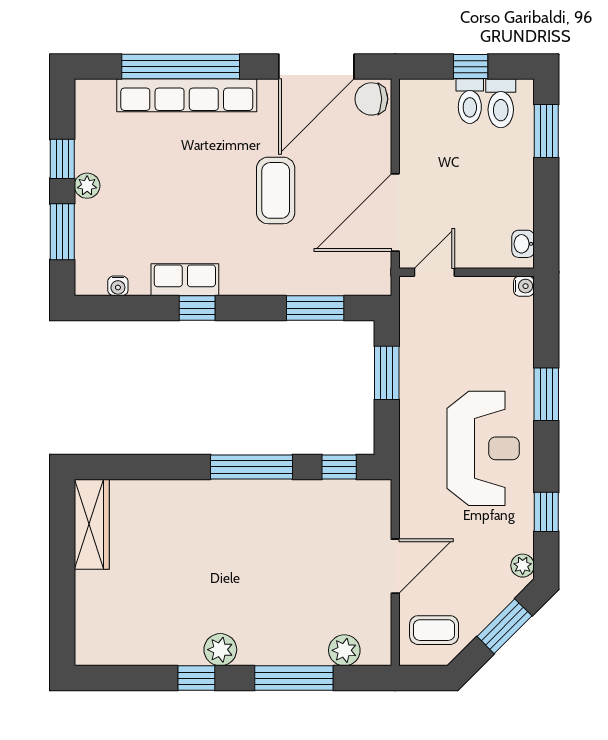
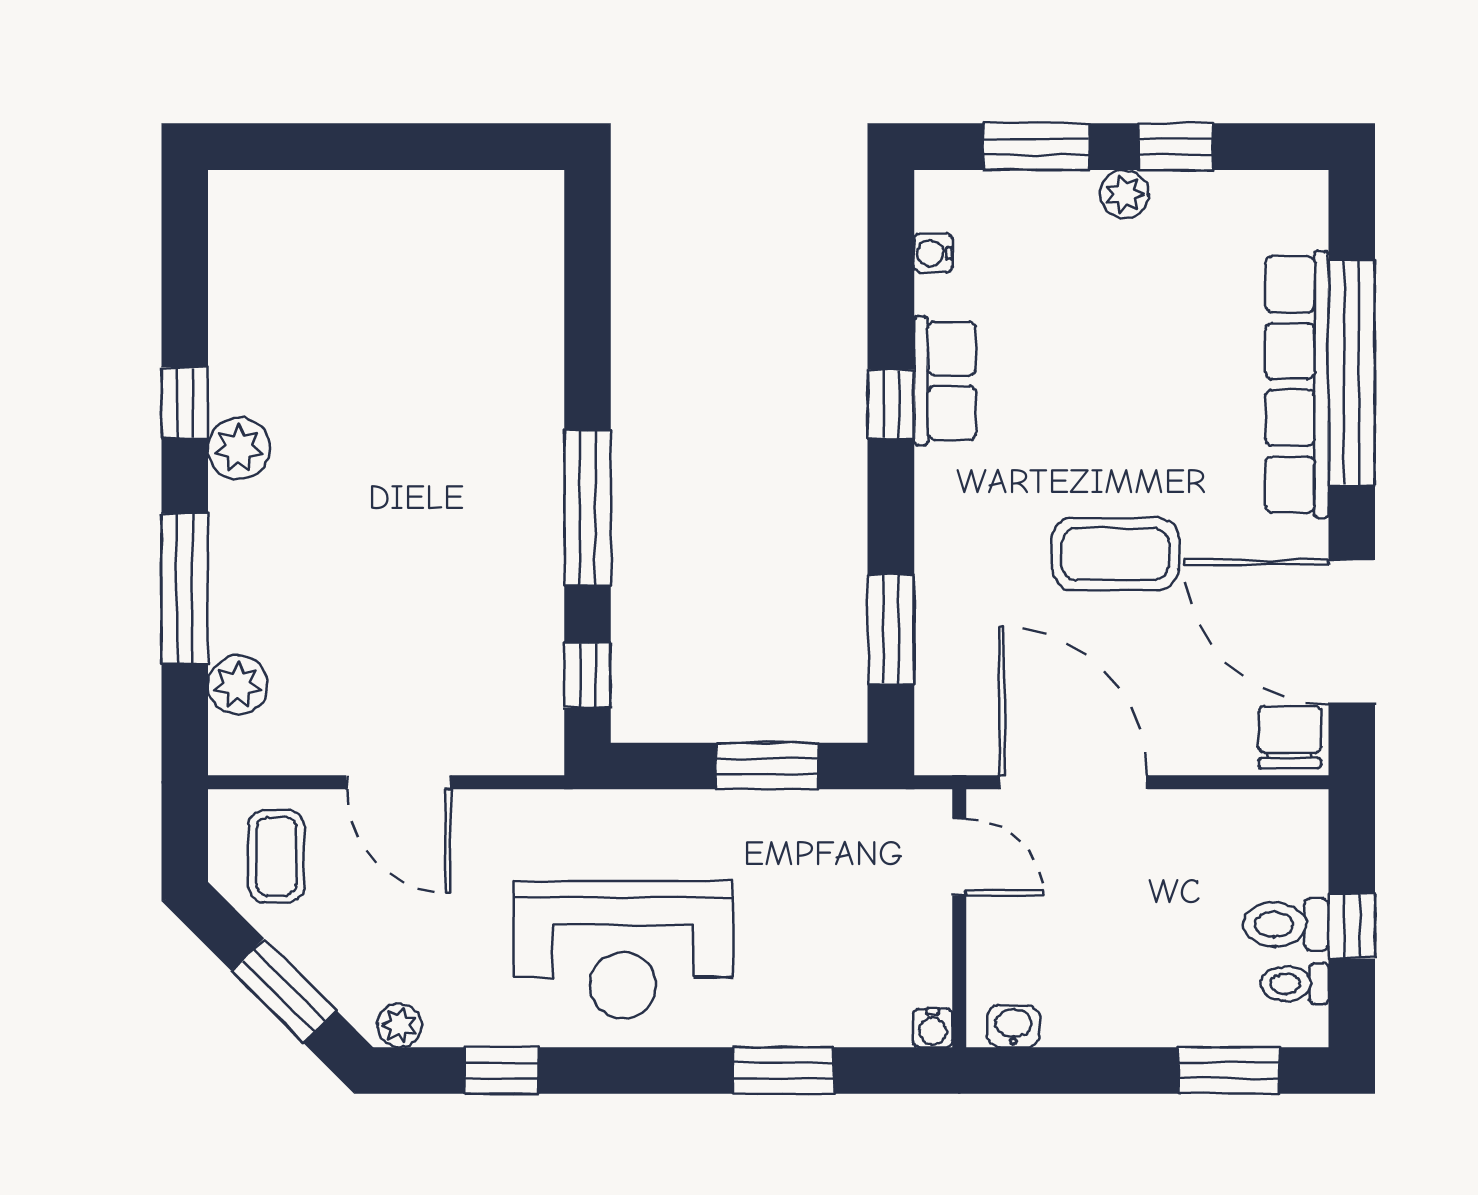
toilet: (501, 103) -> (1295, 984), width x0.73, depth x0.72
window: (546, 394) -> (783, 1070), moved
wardrobe: (92, 524) -> (478, 203), removed

